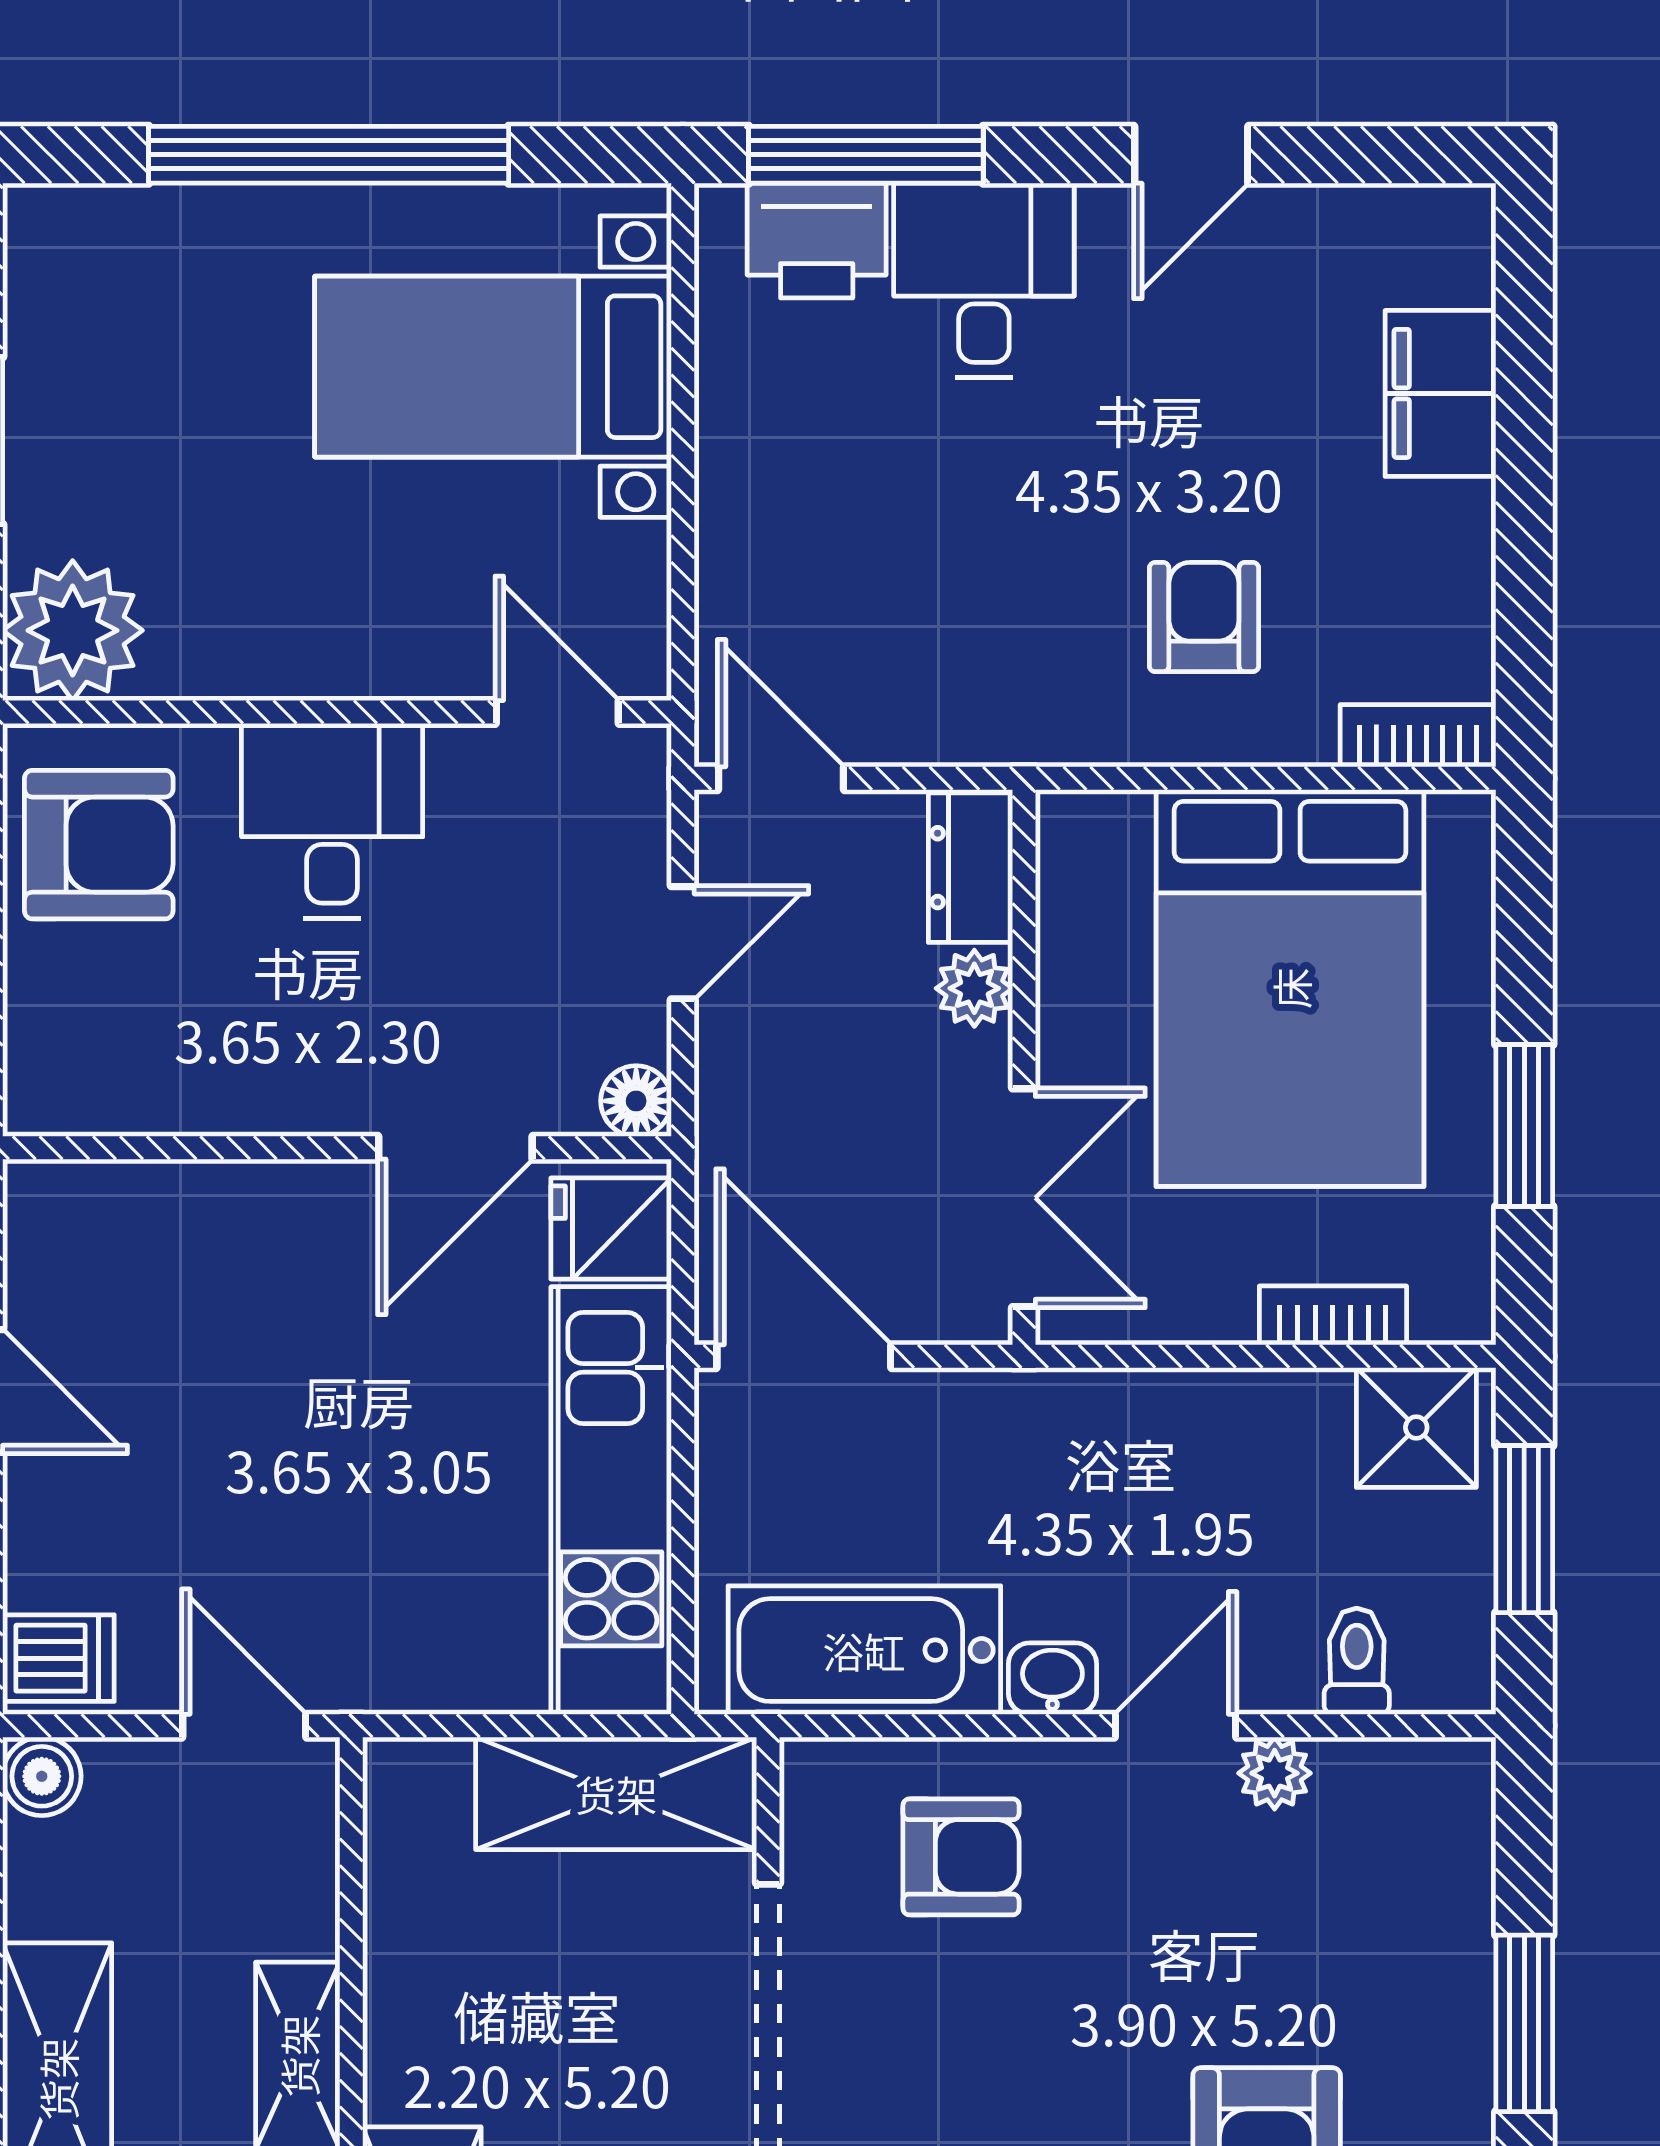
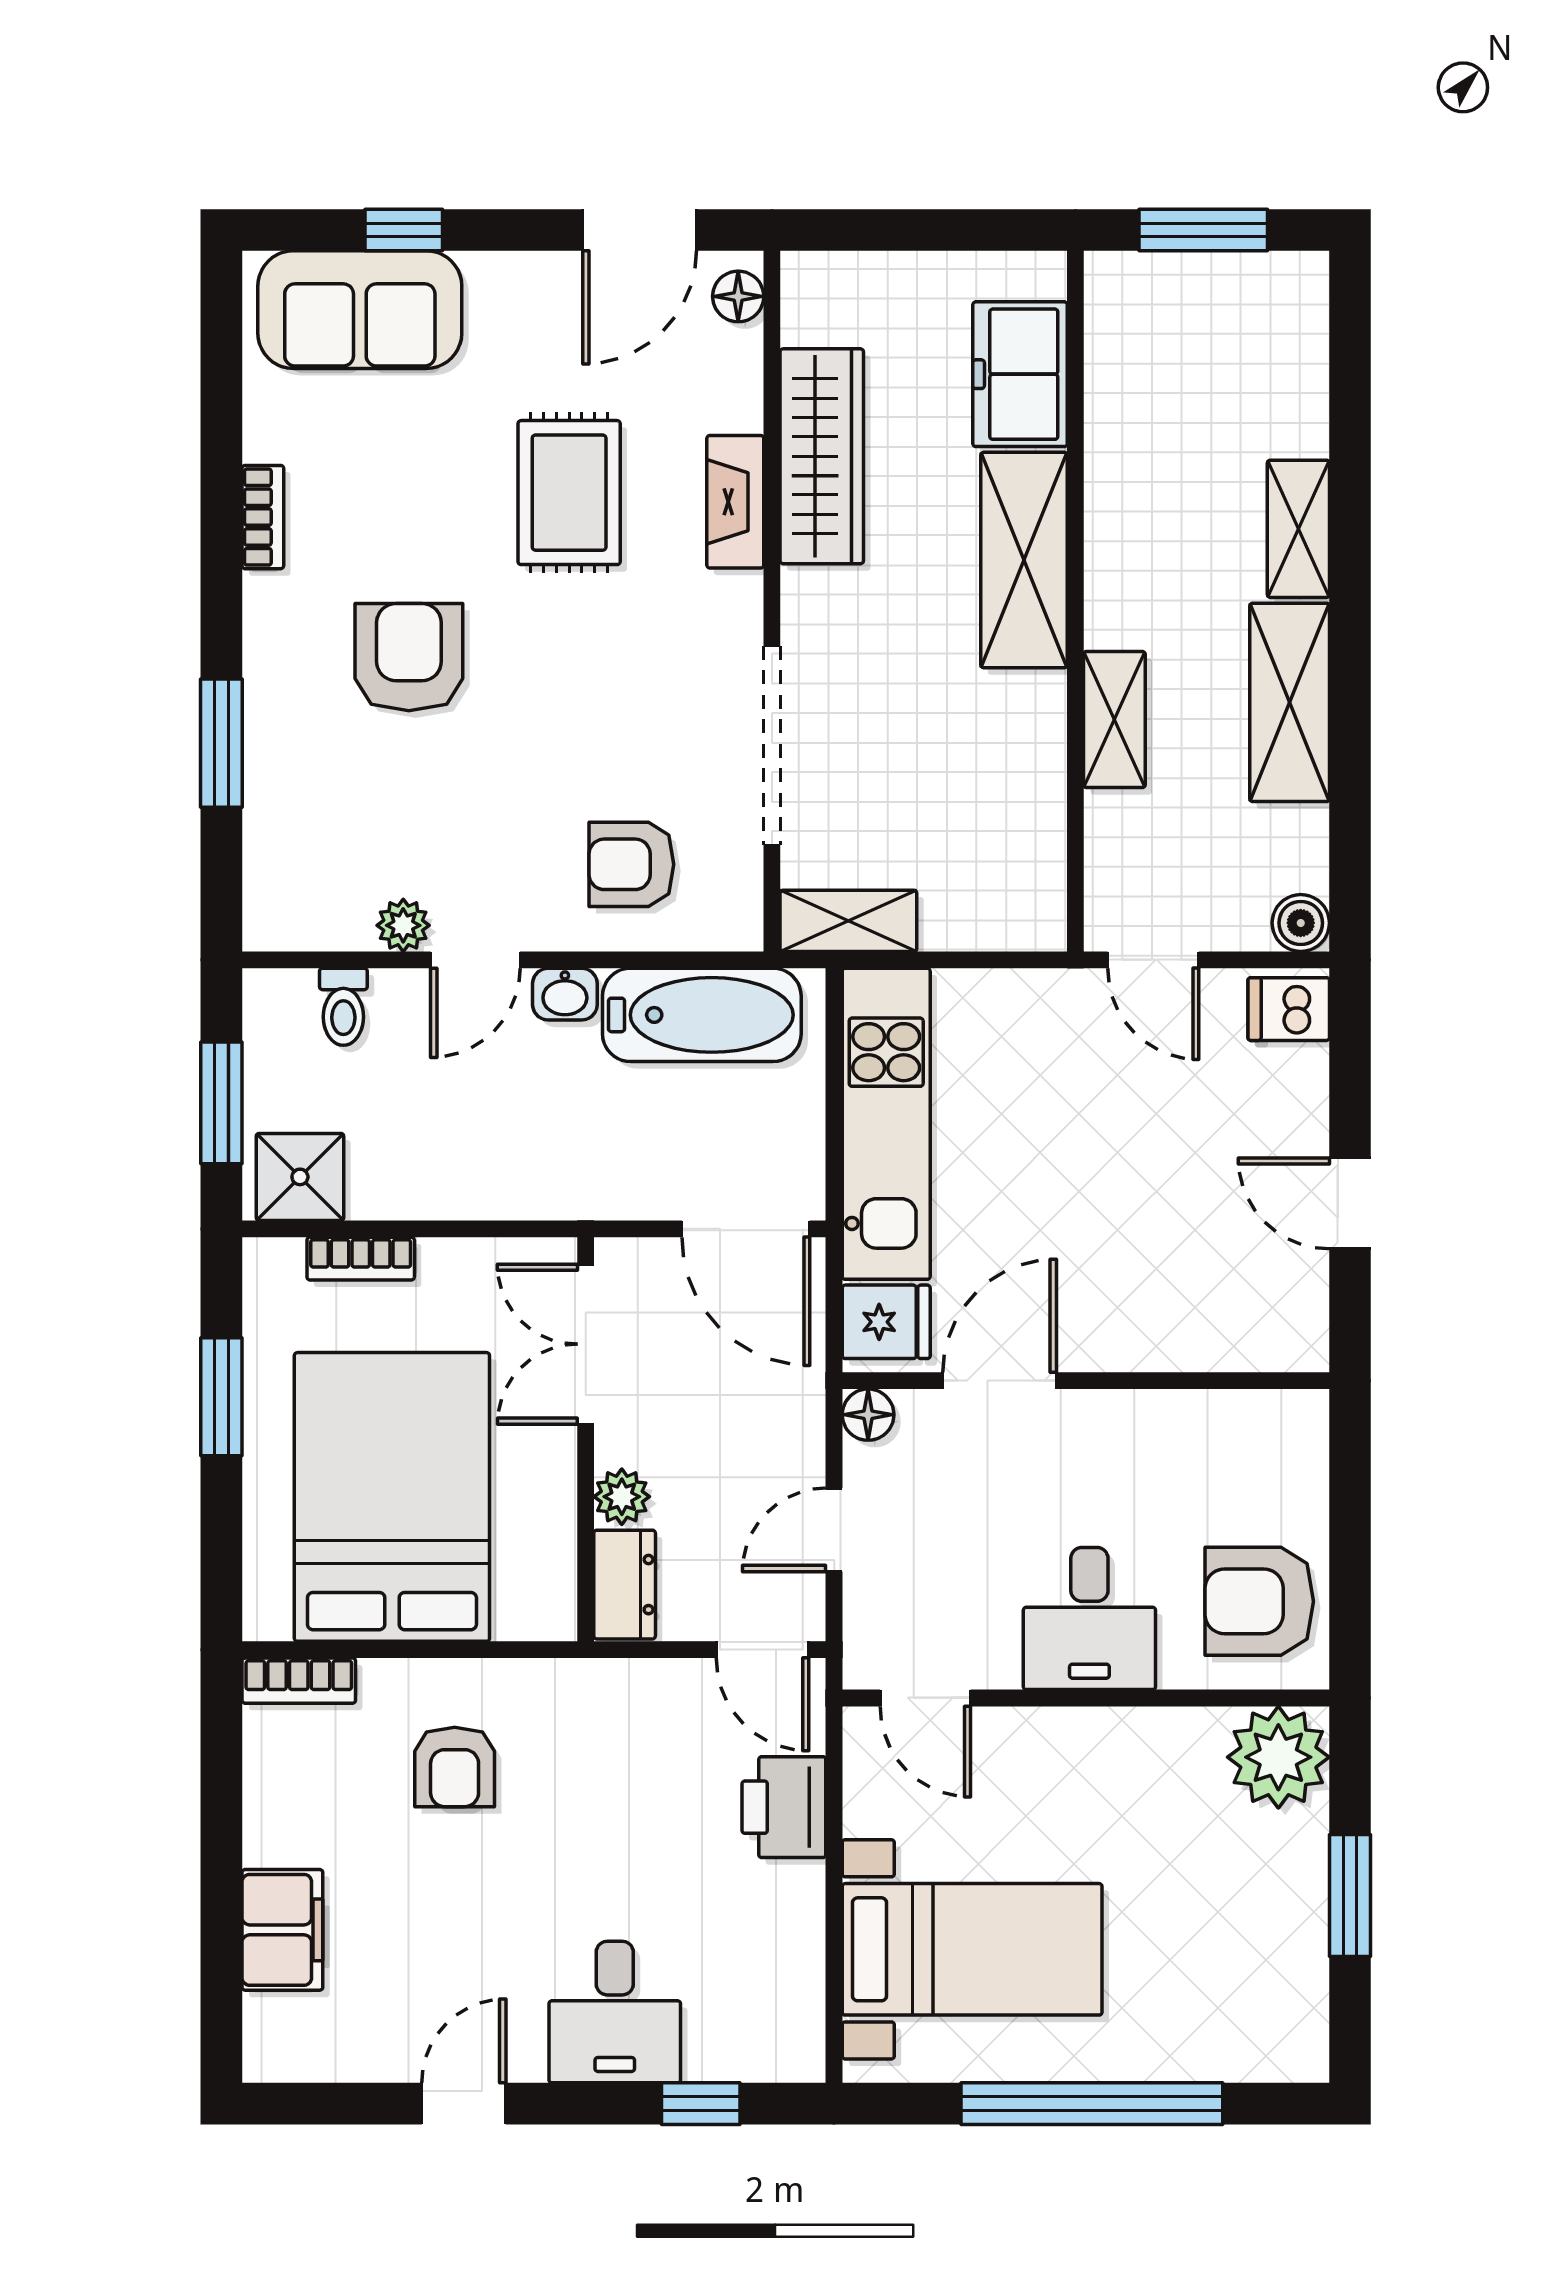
window: (866, 155) -> (701, 2104), width x0.46
printer: (817, 241) -> (784, 1807), moved, turned -90
shelving: (616, 1793) -> (848, 921), width x0.67, depth x0.75

